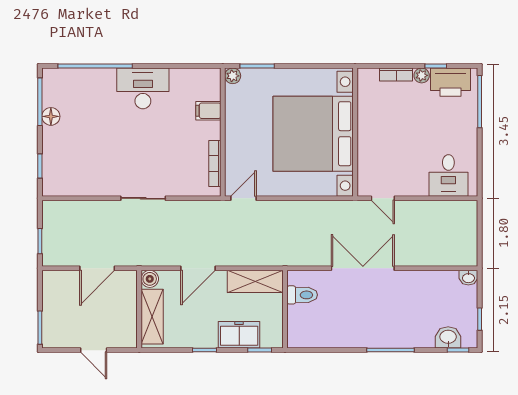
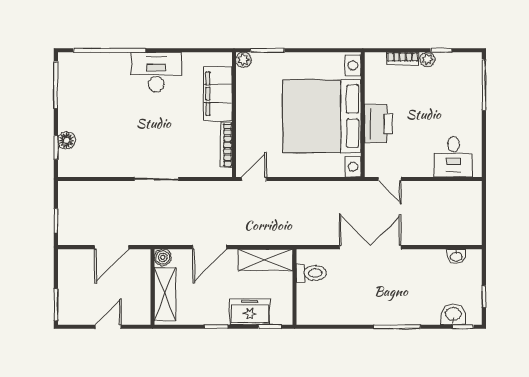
printer: (451, 82) -> (378, 124), moved, turned -90
filing cabinet: (208, 111) -> (218, 94), width x3.00, depth x1.17
floor lamp: (51, 116) -> (67, 140), moved
washbasin: (468, 278) -> (456, 256), moved
door: (94, 350) -> (108, 327), swing flipped

